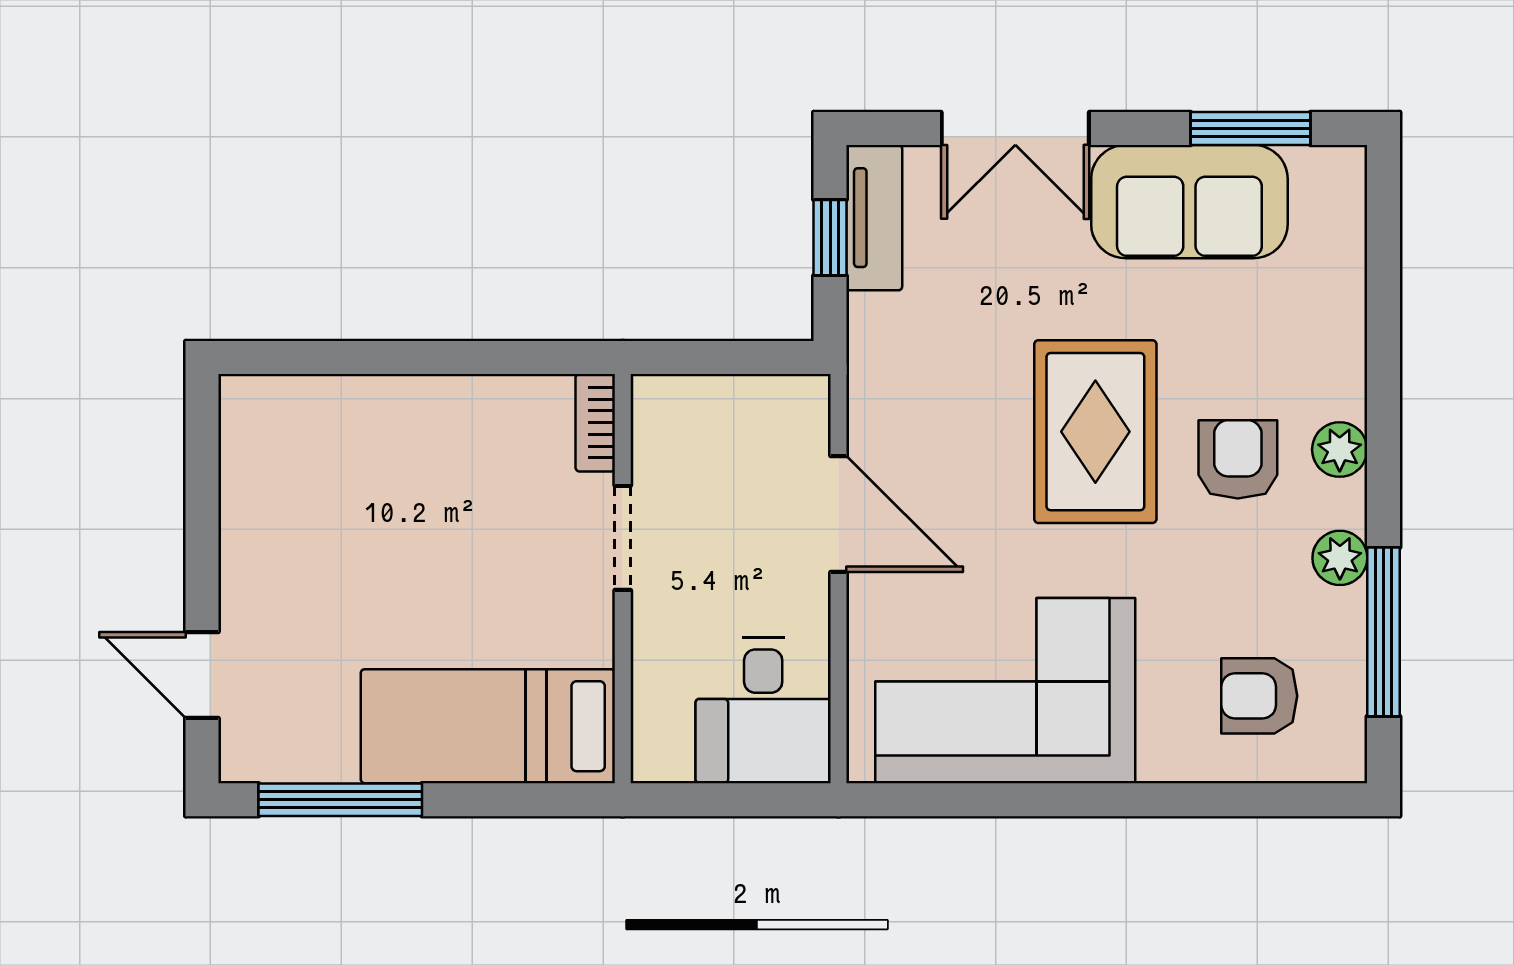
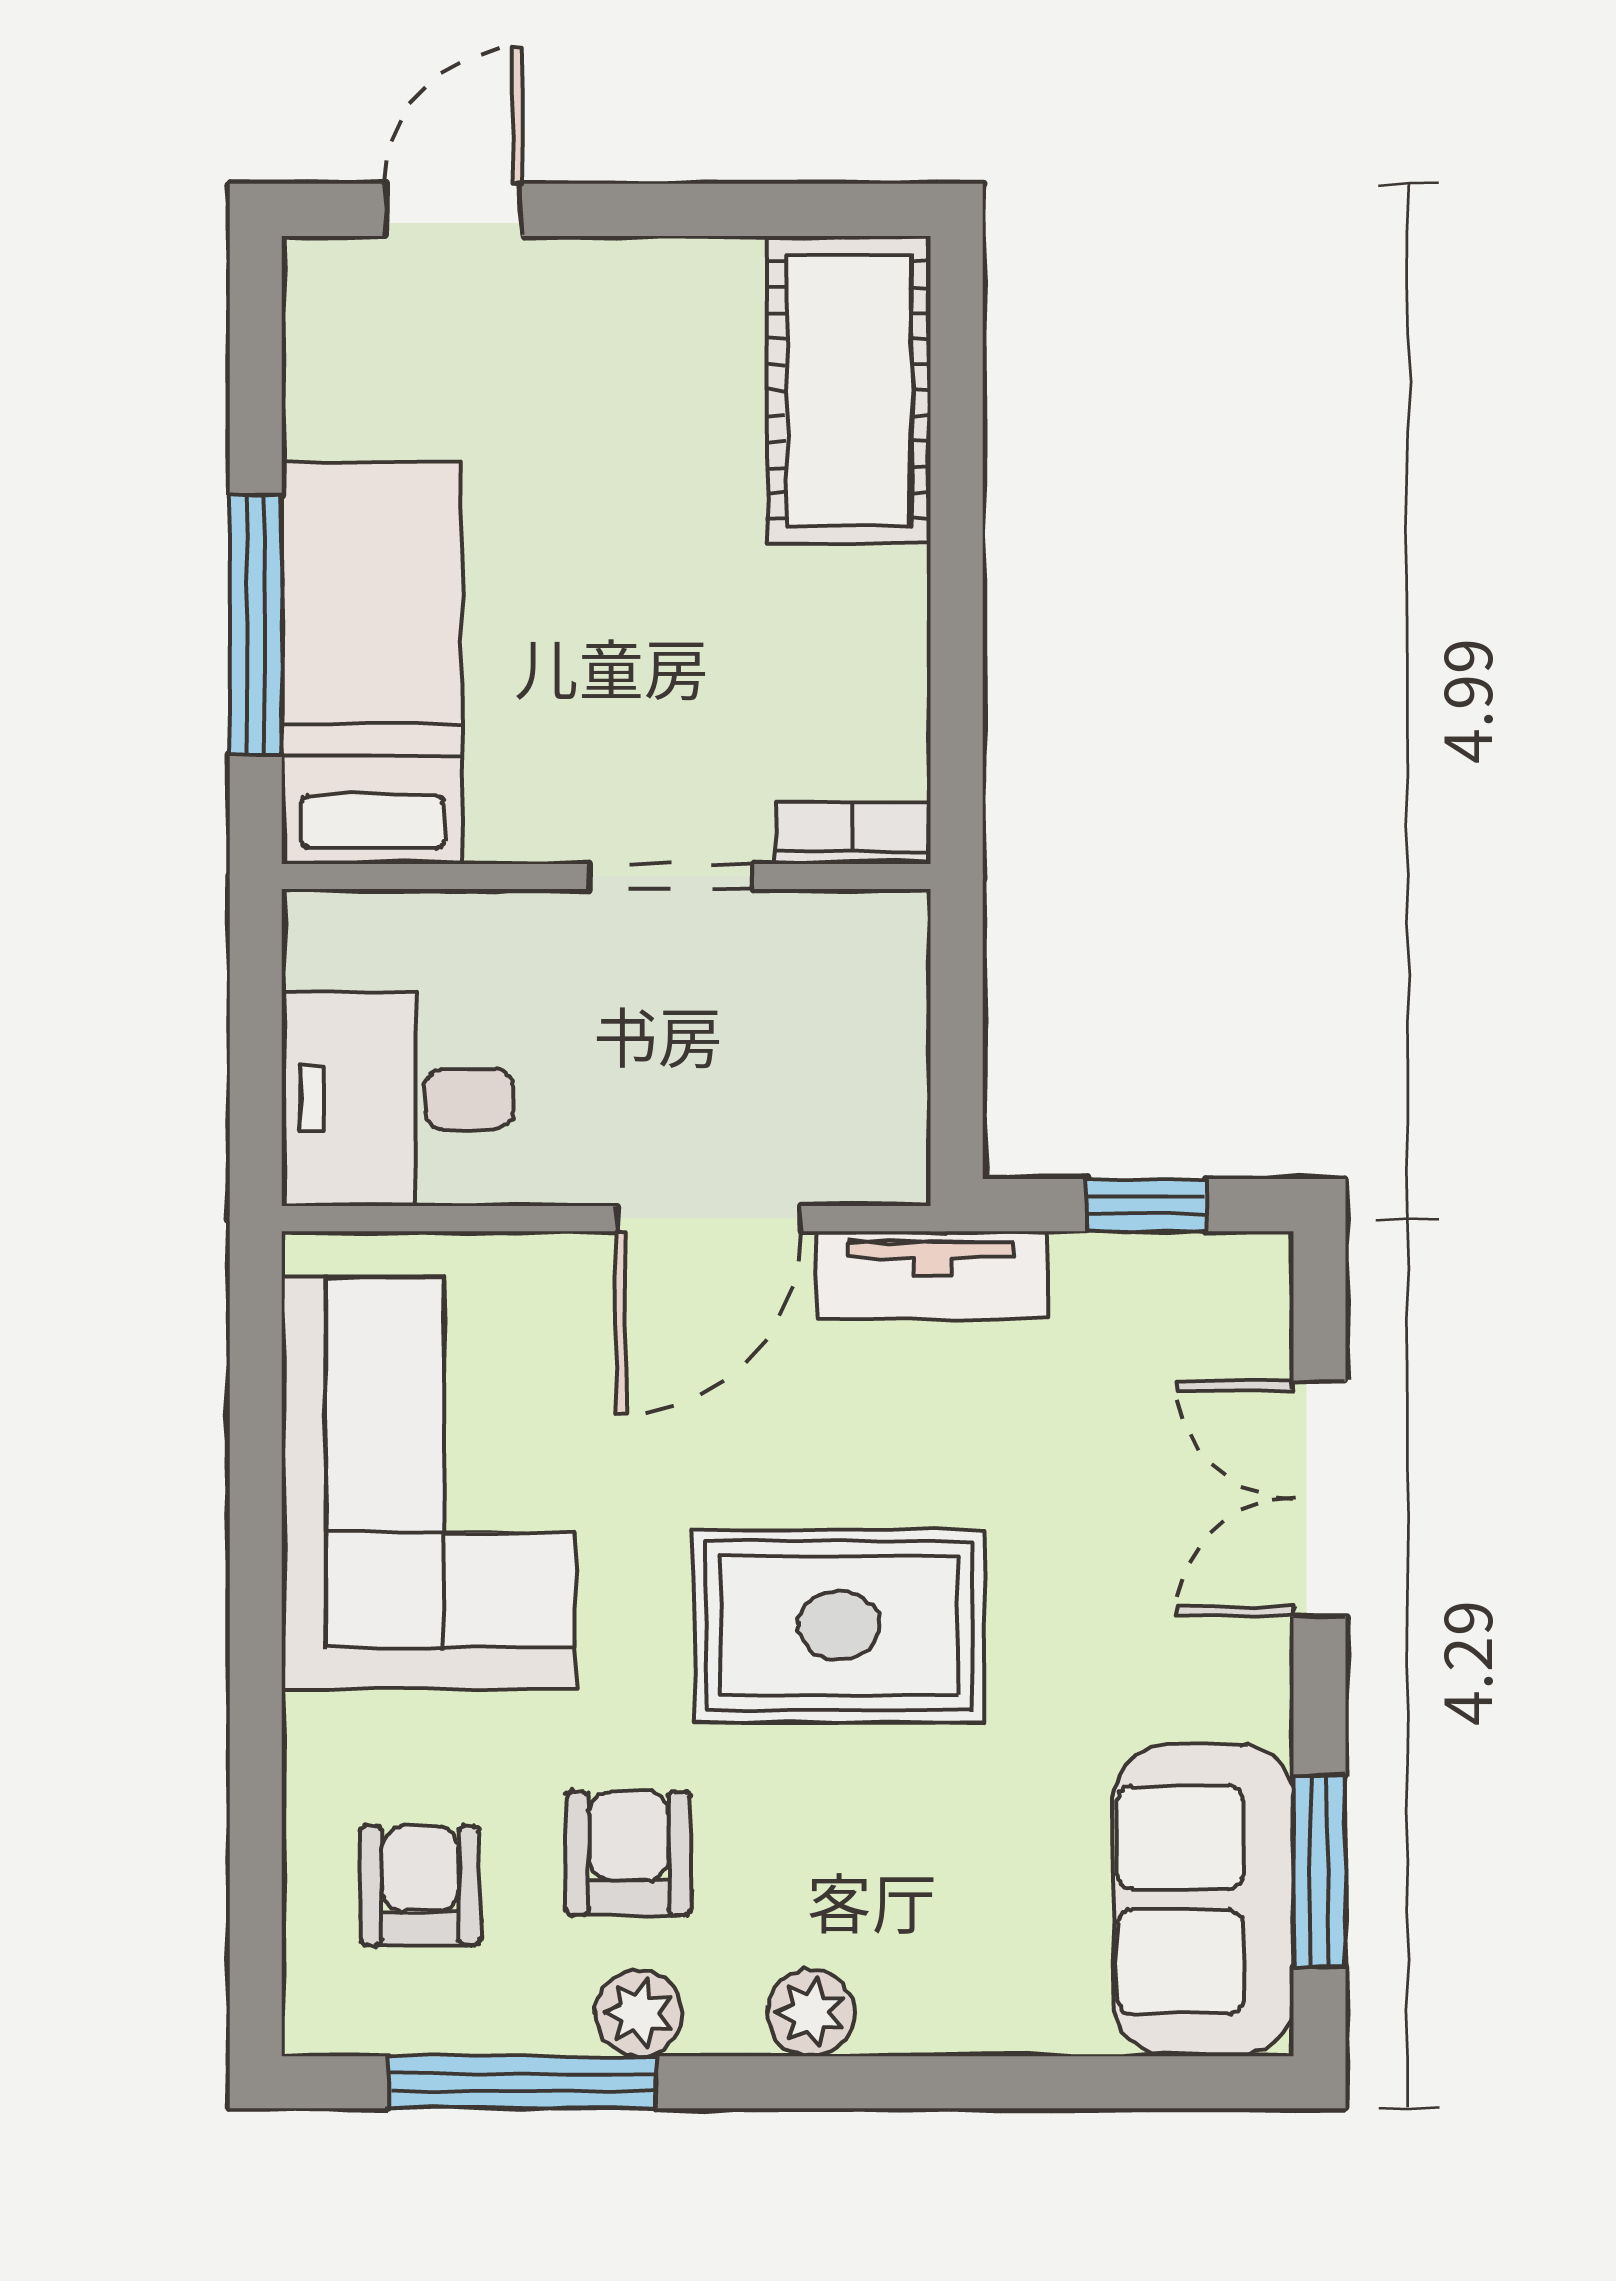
sofa: (1189, 202) -> (1204, 1900), moved
tv unit: (874, 218) -> (932, 1275), moved
cot: (316, 426) -> (849, 390), added
armchair: (1238, 459) -> (629, 1853), moved, turned -90
window: (340, 800) -> (256, 625), moved

